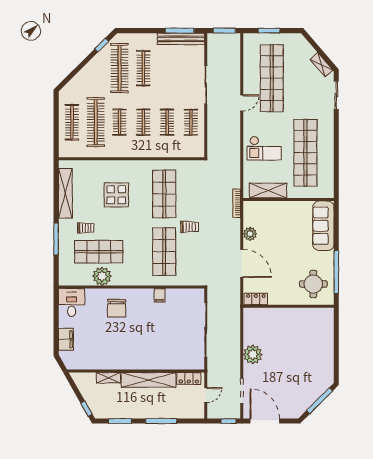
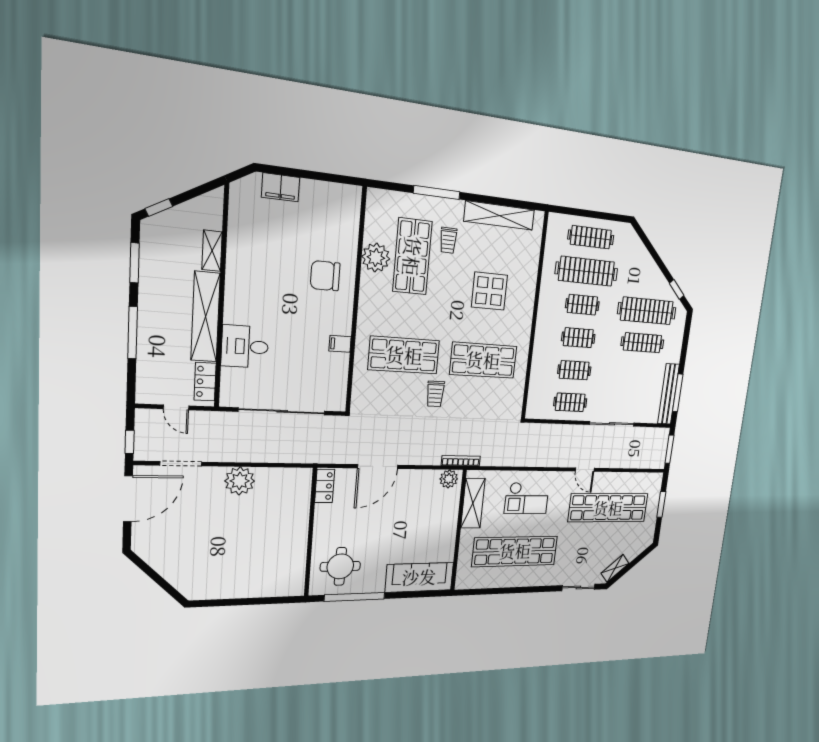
checkout: (264, 148) -> (527, 498), turned -90
plant: (250, 234) -> (449, 479), moved
desk: (72, 303) -> (245, 347), moved, turned 180
window: (319, 401) -> (160, 581), removed

